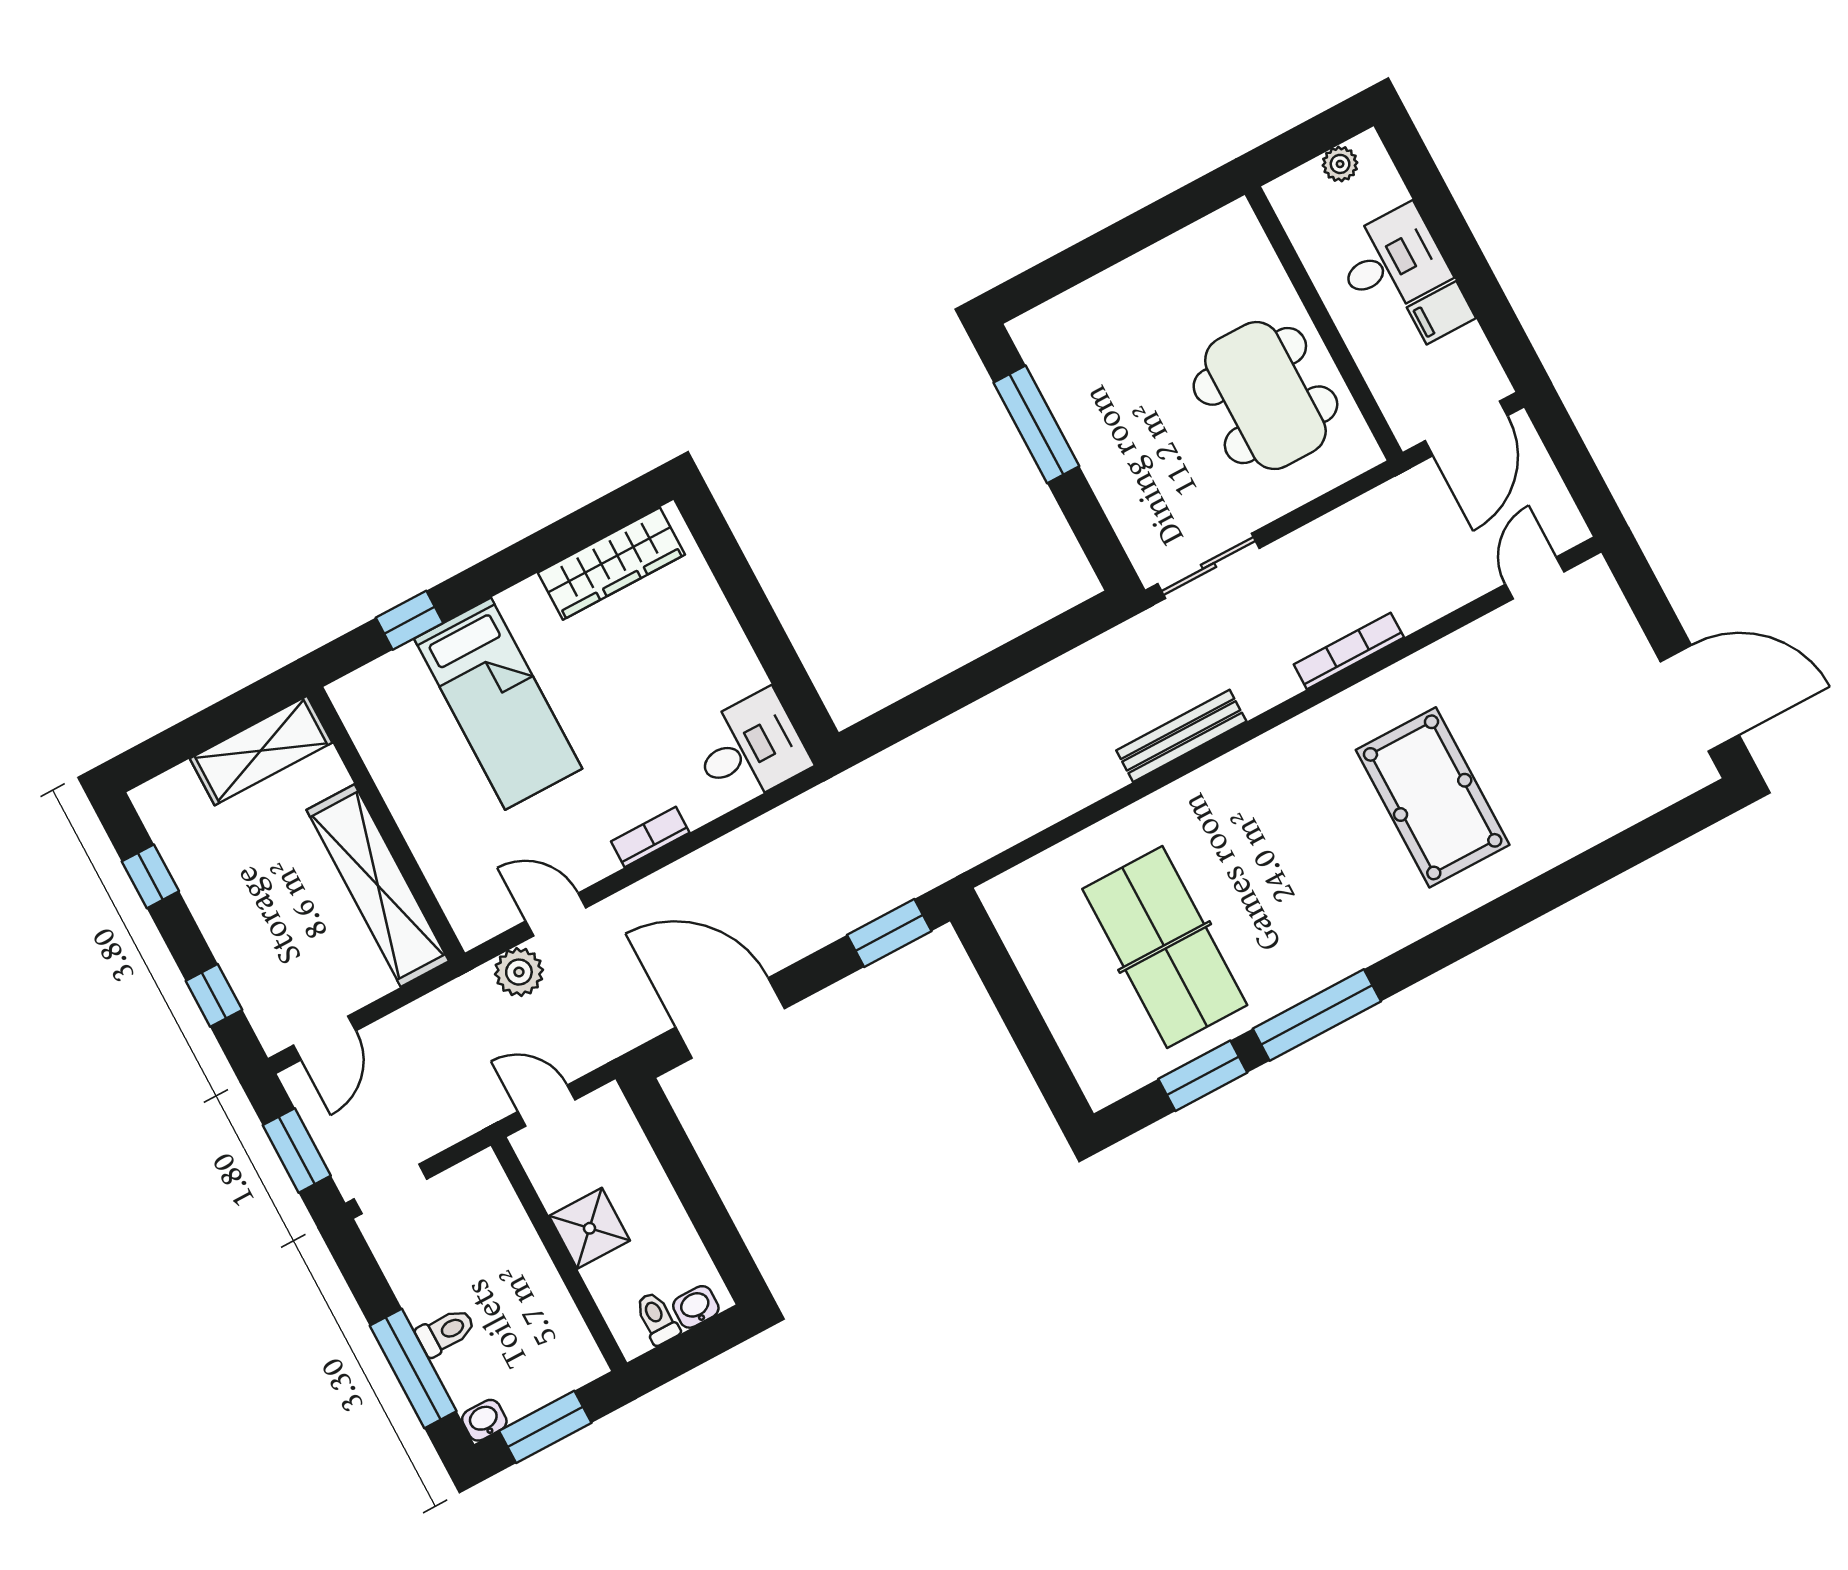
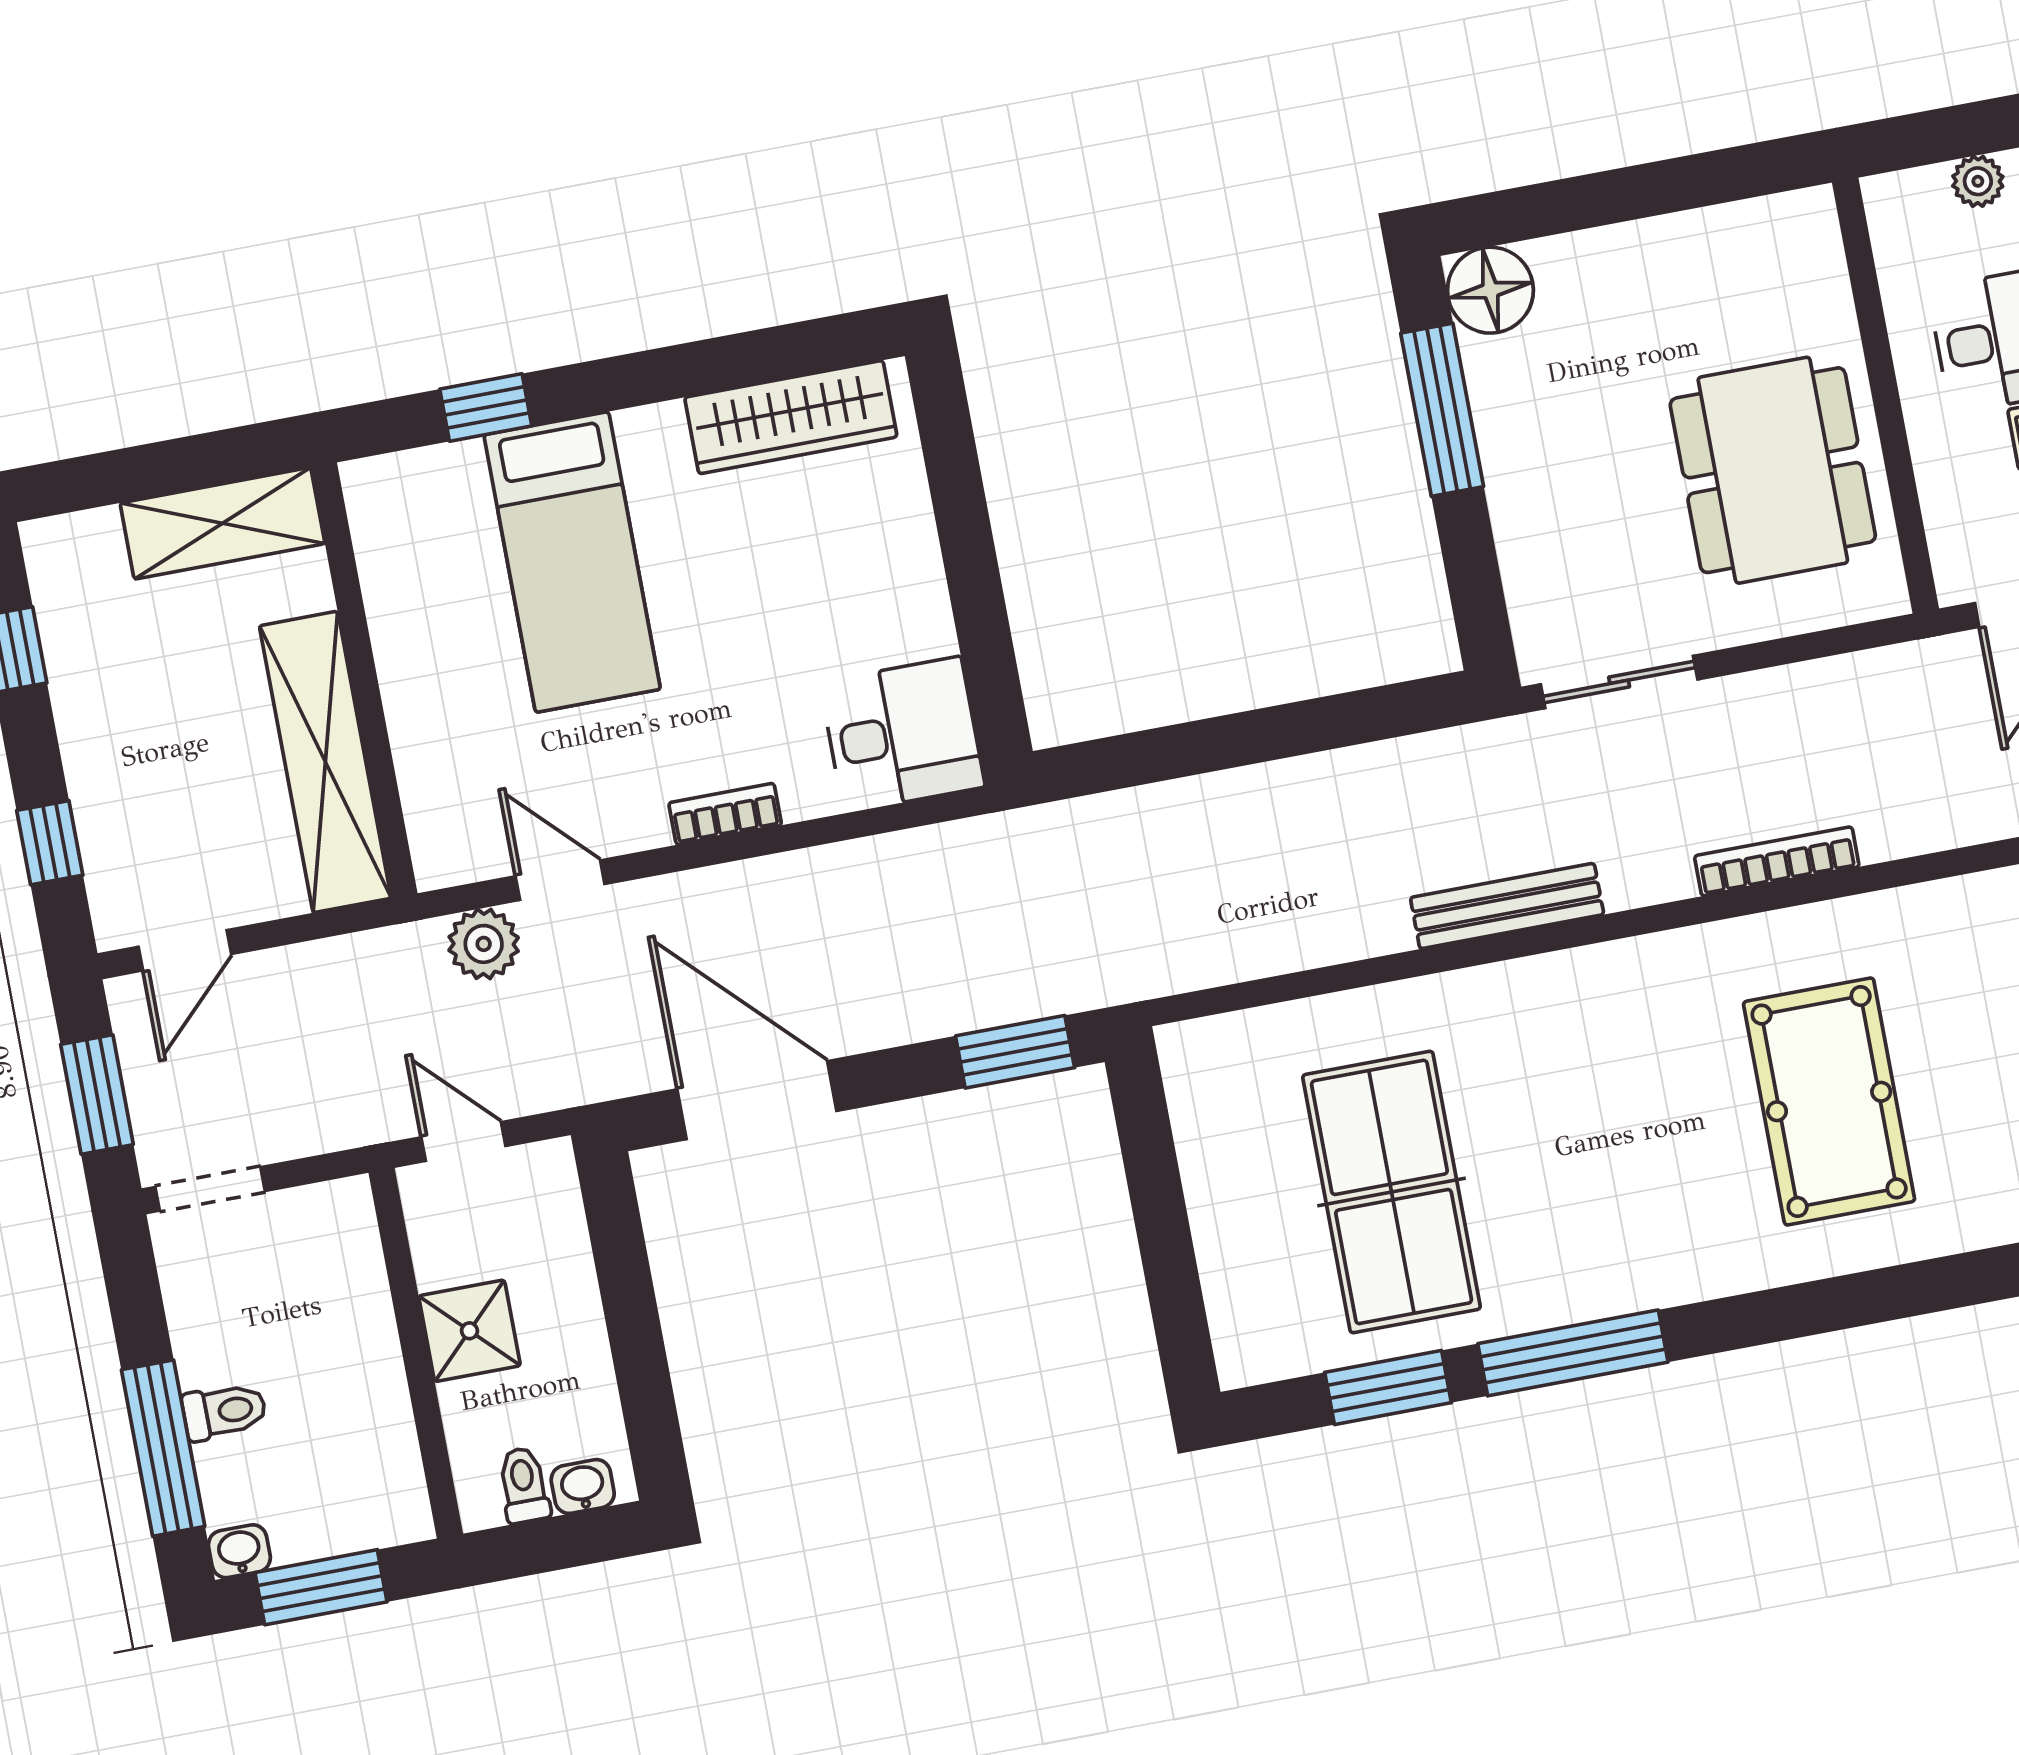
floor lamp: (1043, 336) -> (1490, 290), added

